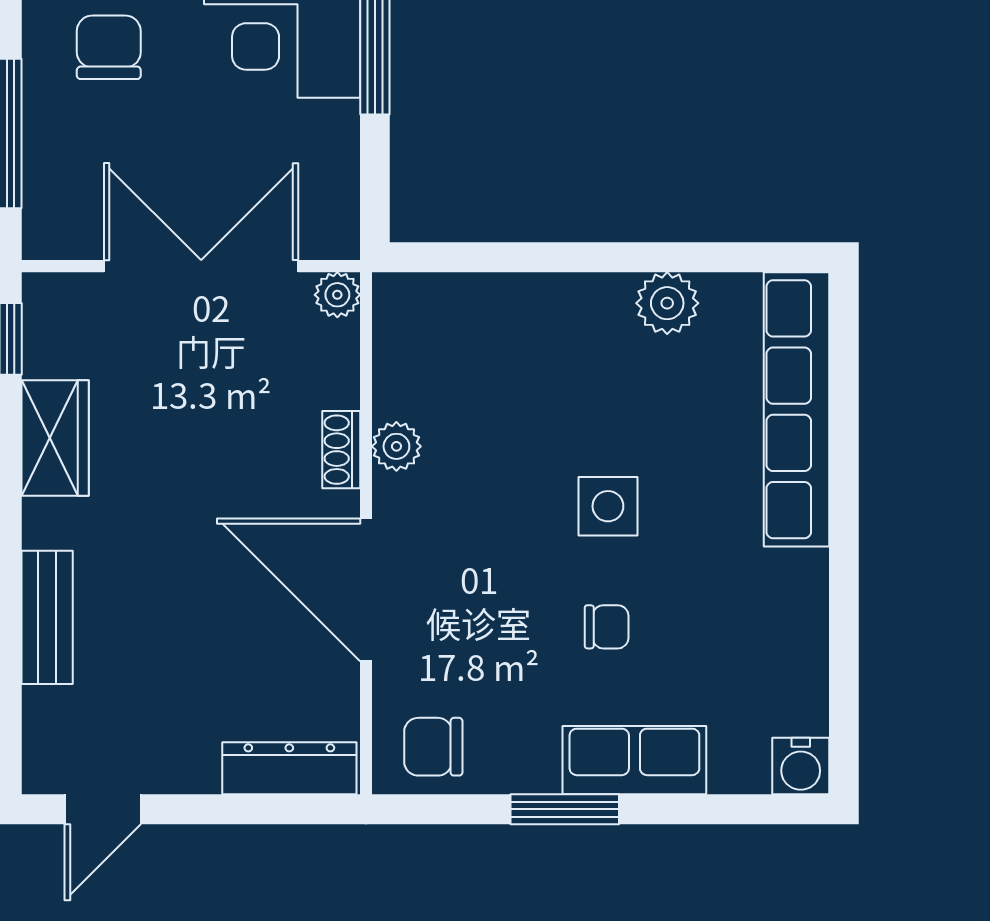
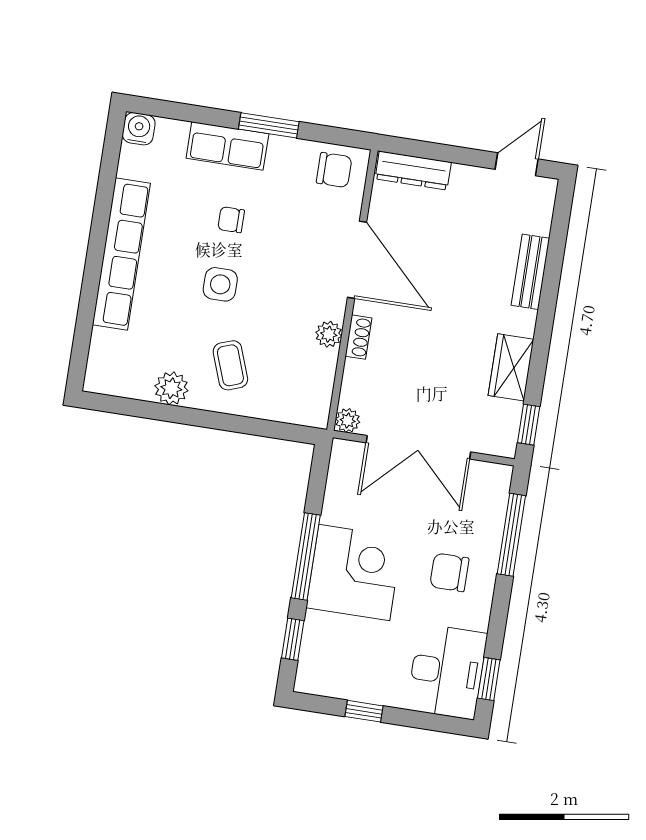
chair: (109, 47) -> (449, 572), turned 90
coffee table: (566, 362) -> (230, 365), added
row of seats: (797, 409) -> (121, 254), moved

